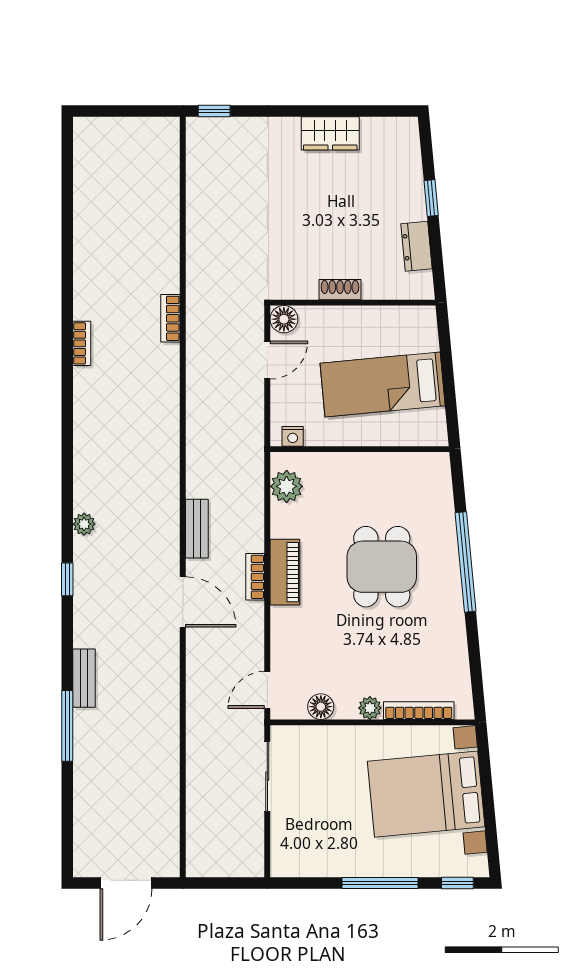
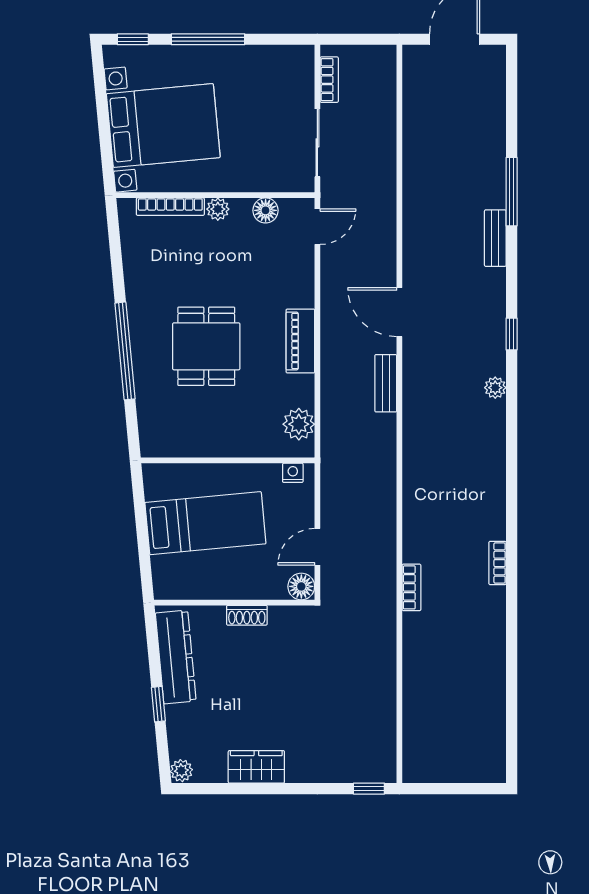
plant: (407, 130) -> (181, 771), added
dresser: (417, 246) -> (176, 657), width x1.96, depth x1.24
bookcase: (255, 577) -> (329, 80), moved

